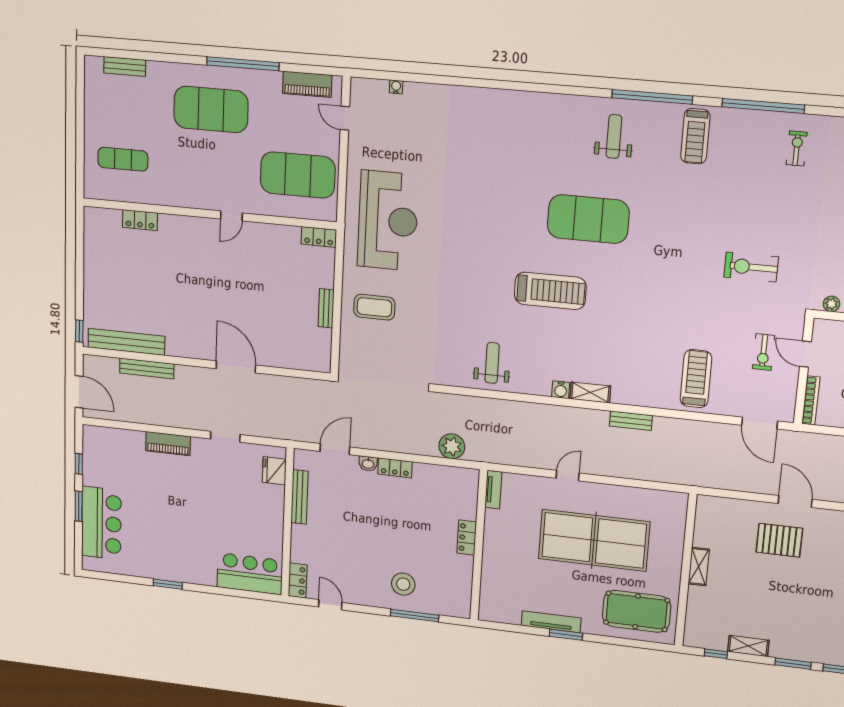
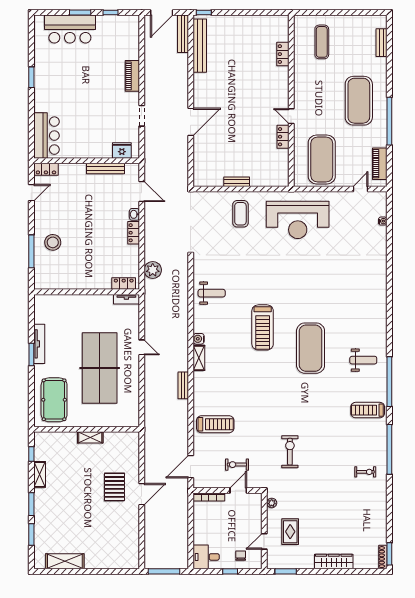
locker: (319, 237) -> (283, 137), moved
bench: (147, 368) -> (183, 34), moved
locker: (467, 538) -> (124, 284), moved

